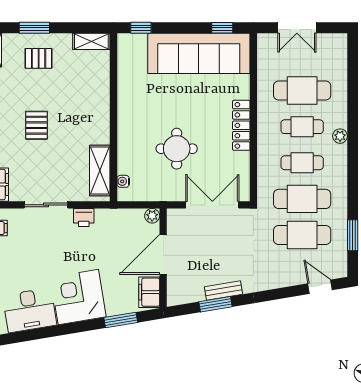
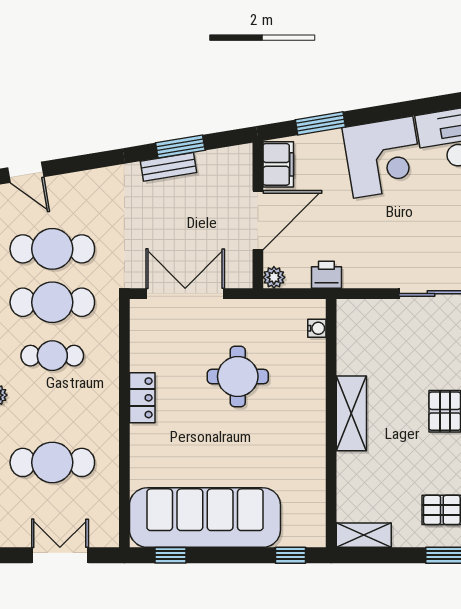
locker: (241, 125) -> (142, 398), width x0.66
cafe table: (302, 127) -> (52, 409), removed
shelving: (100, 171) -> (351, 413), moved
double door: (212, 205) -> (185, 294), swing flipped
printer: (84, 218) -> (326, 275), moved

